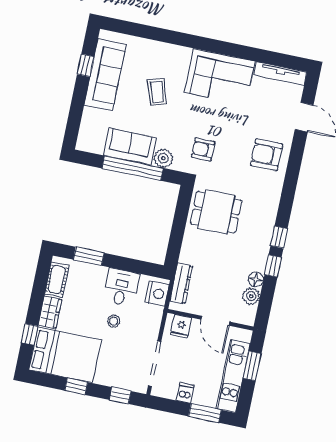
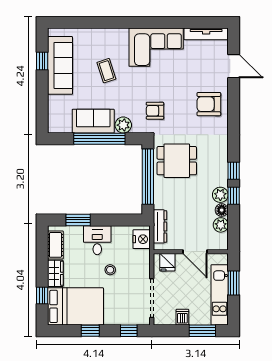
window: (179, 223) -> (148, 177), added
plant: (258, 262) -> (220, 195), added
desk: (121, 287) -> (97, 240), moved

